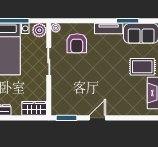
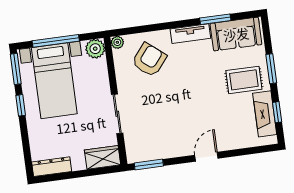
armchair: (77, 43) -> (149, 60), turned -141
sliding door: (49, 61) -> (117, 114), moved
door: (97, 118) -> (206, 157), moved

